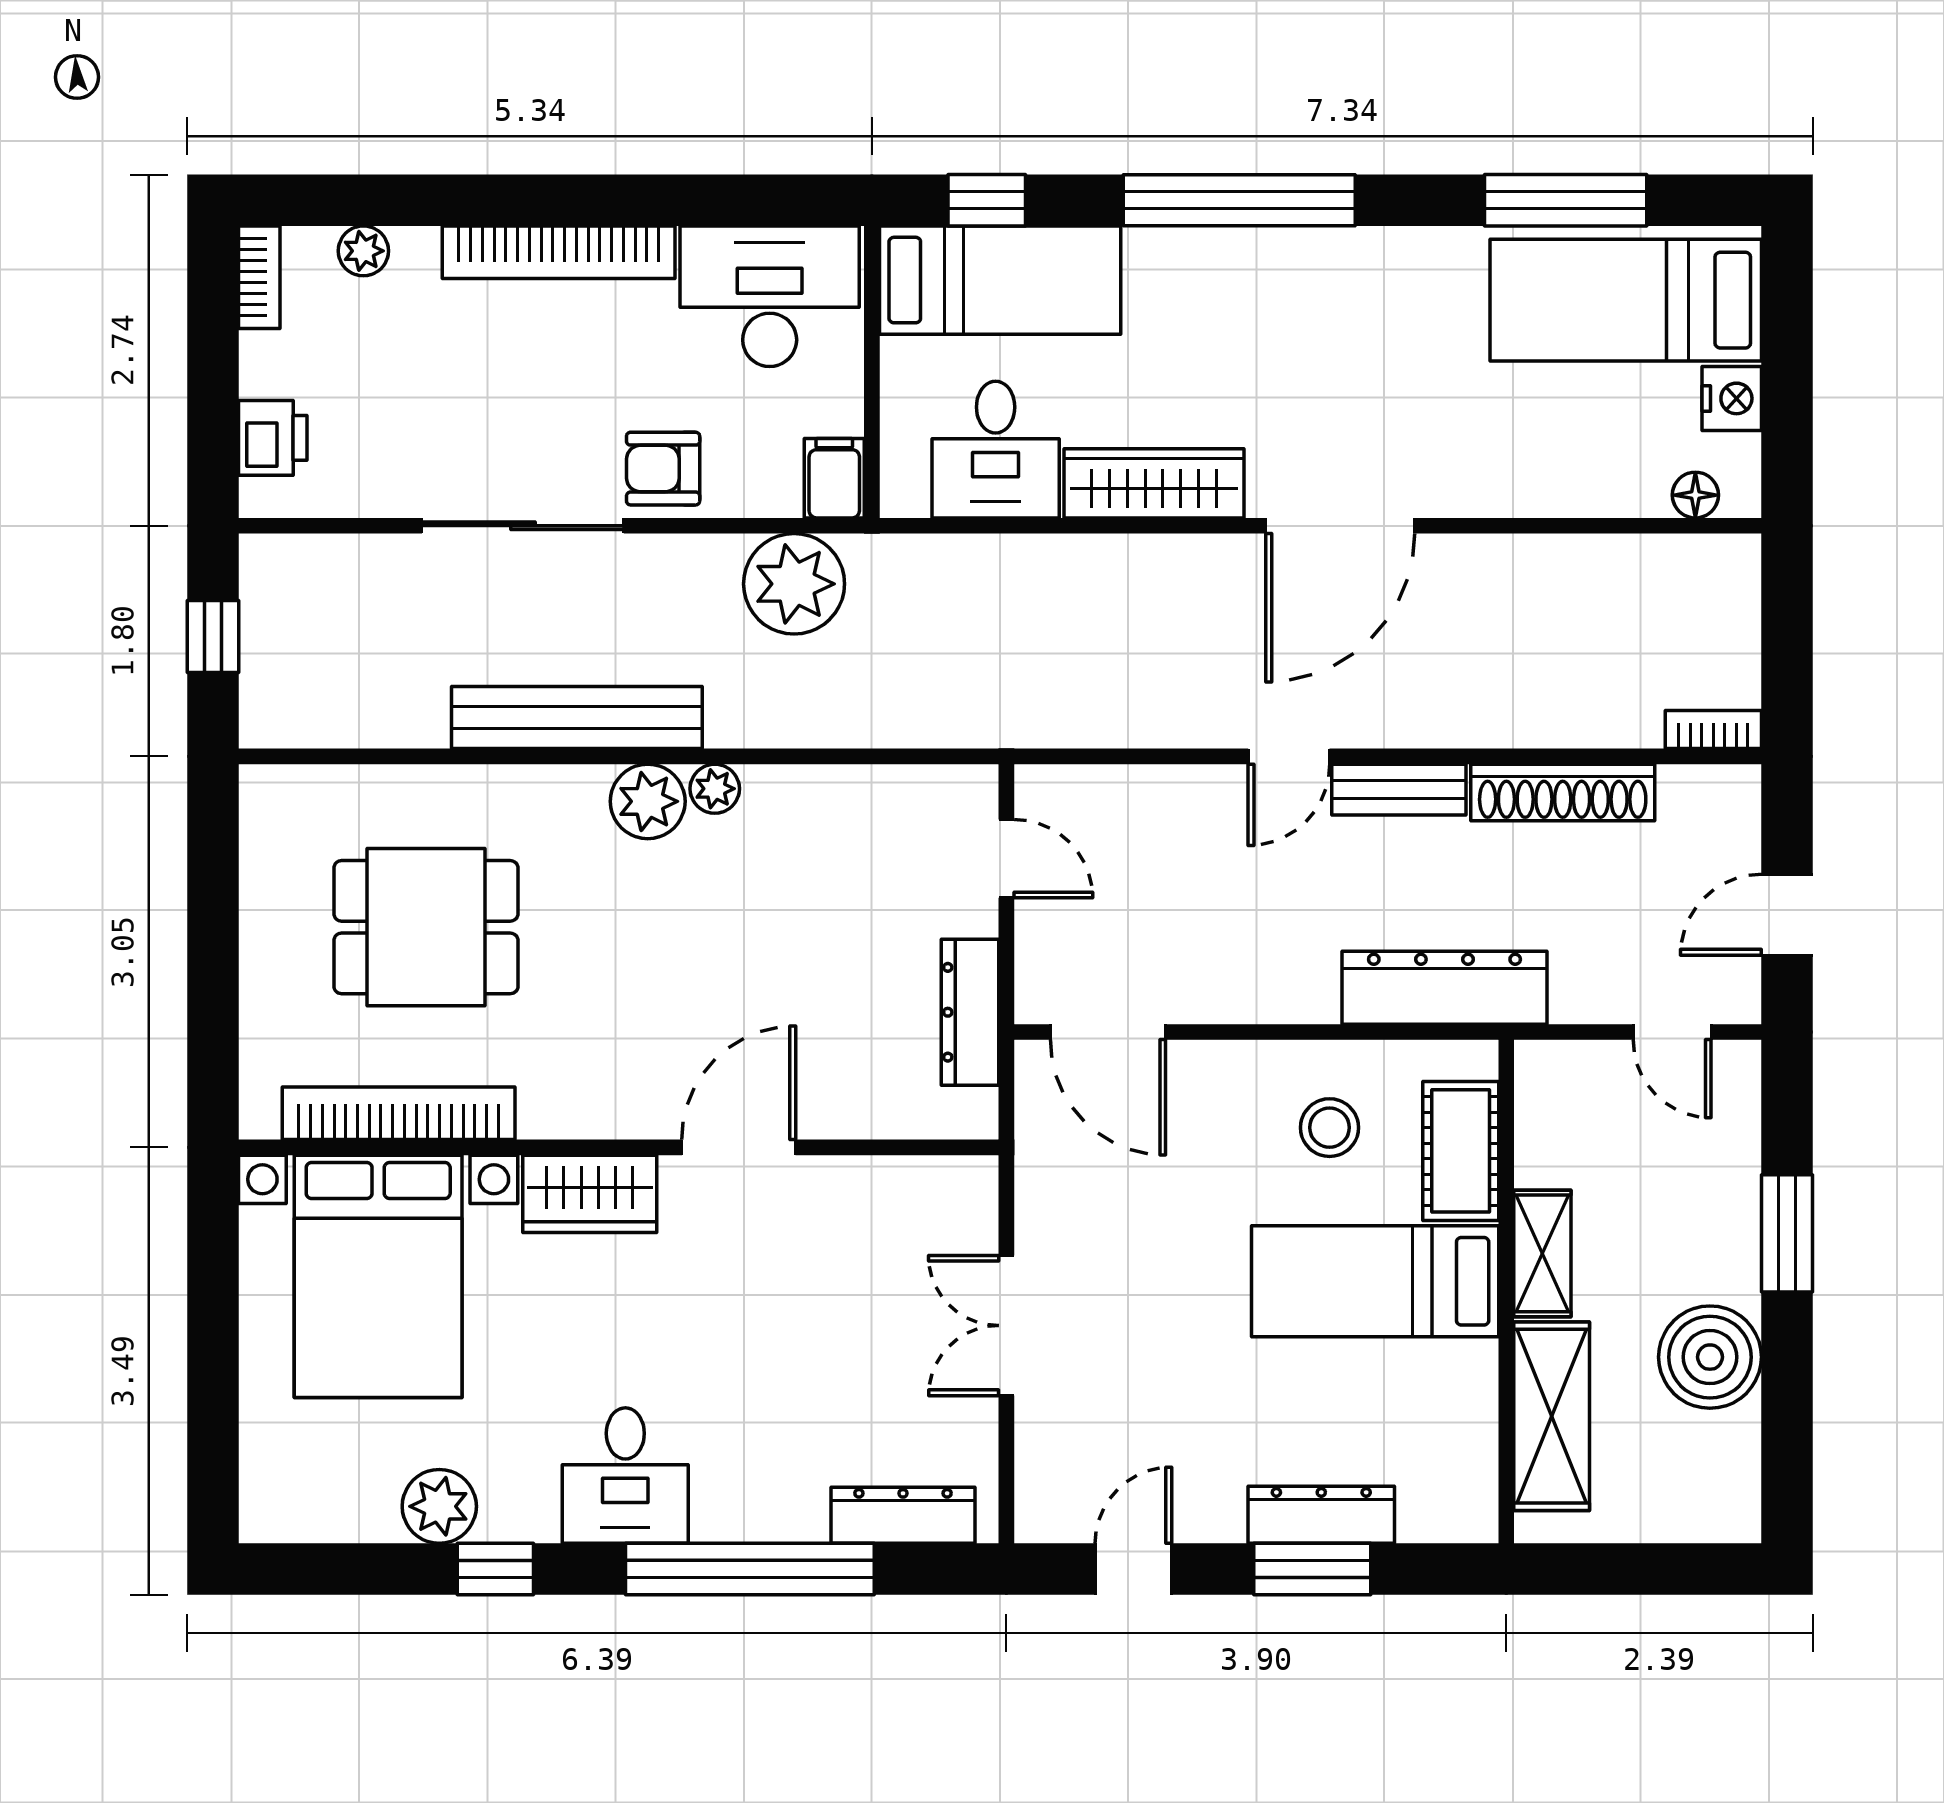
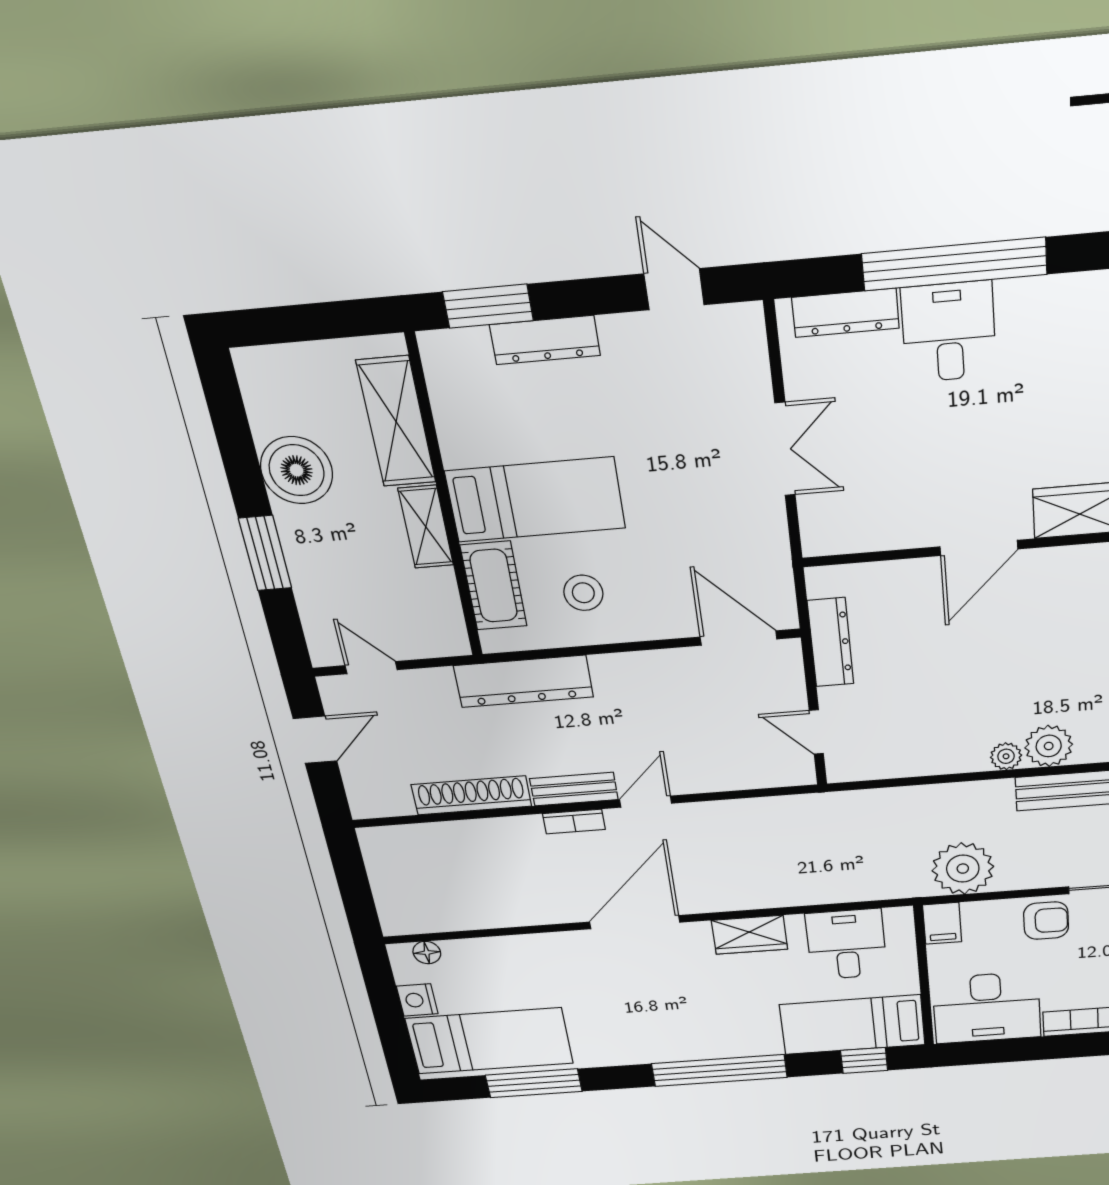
wardrobe: (1154, 483) -> (750, 935), width x0.67
bookcase: (1713, 730) -> (574, 821), moved
desk: (625, 1476) -> (949, 332), moved
door: (1133, 1569) -> (674, 289), swing flipped
window: (1312, 1569) -> (488, 306), moved

